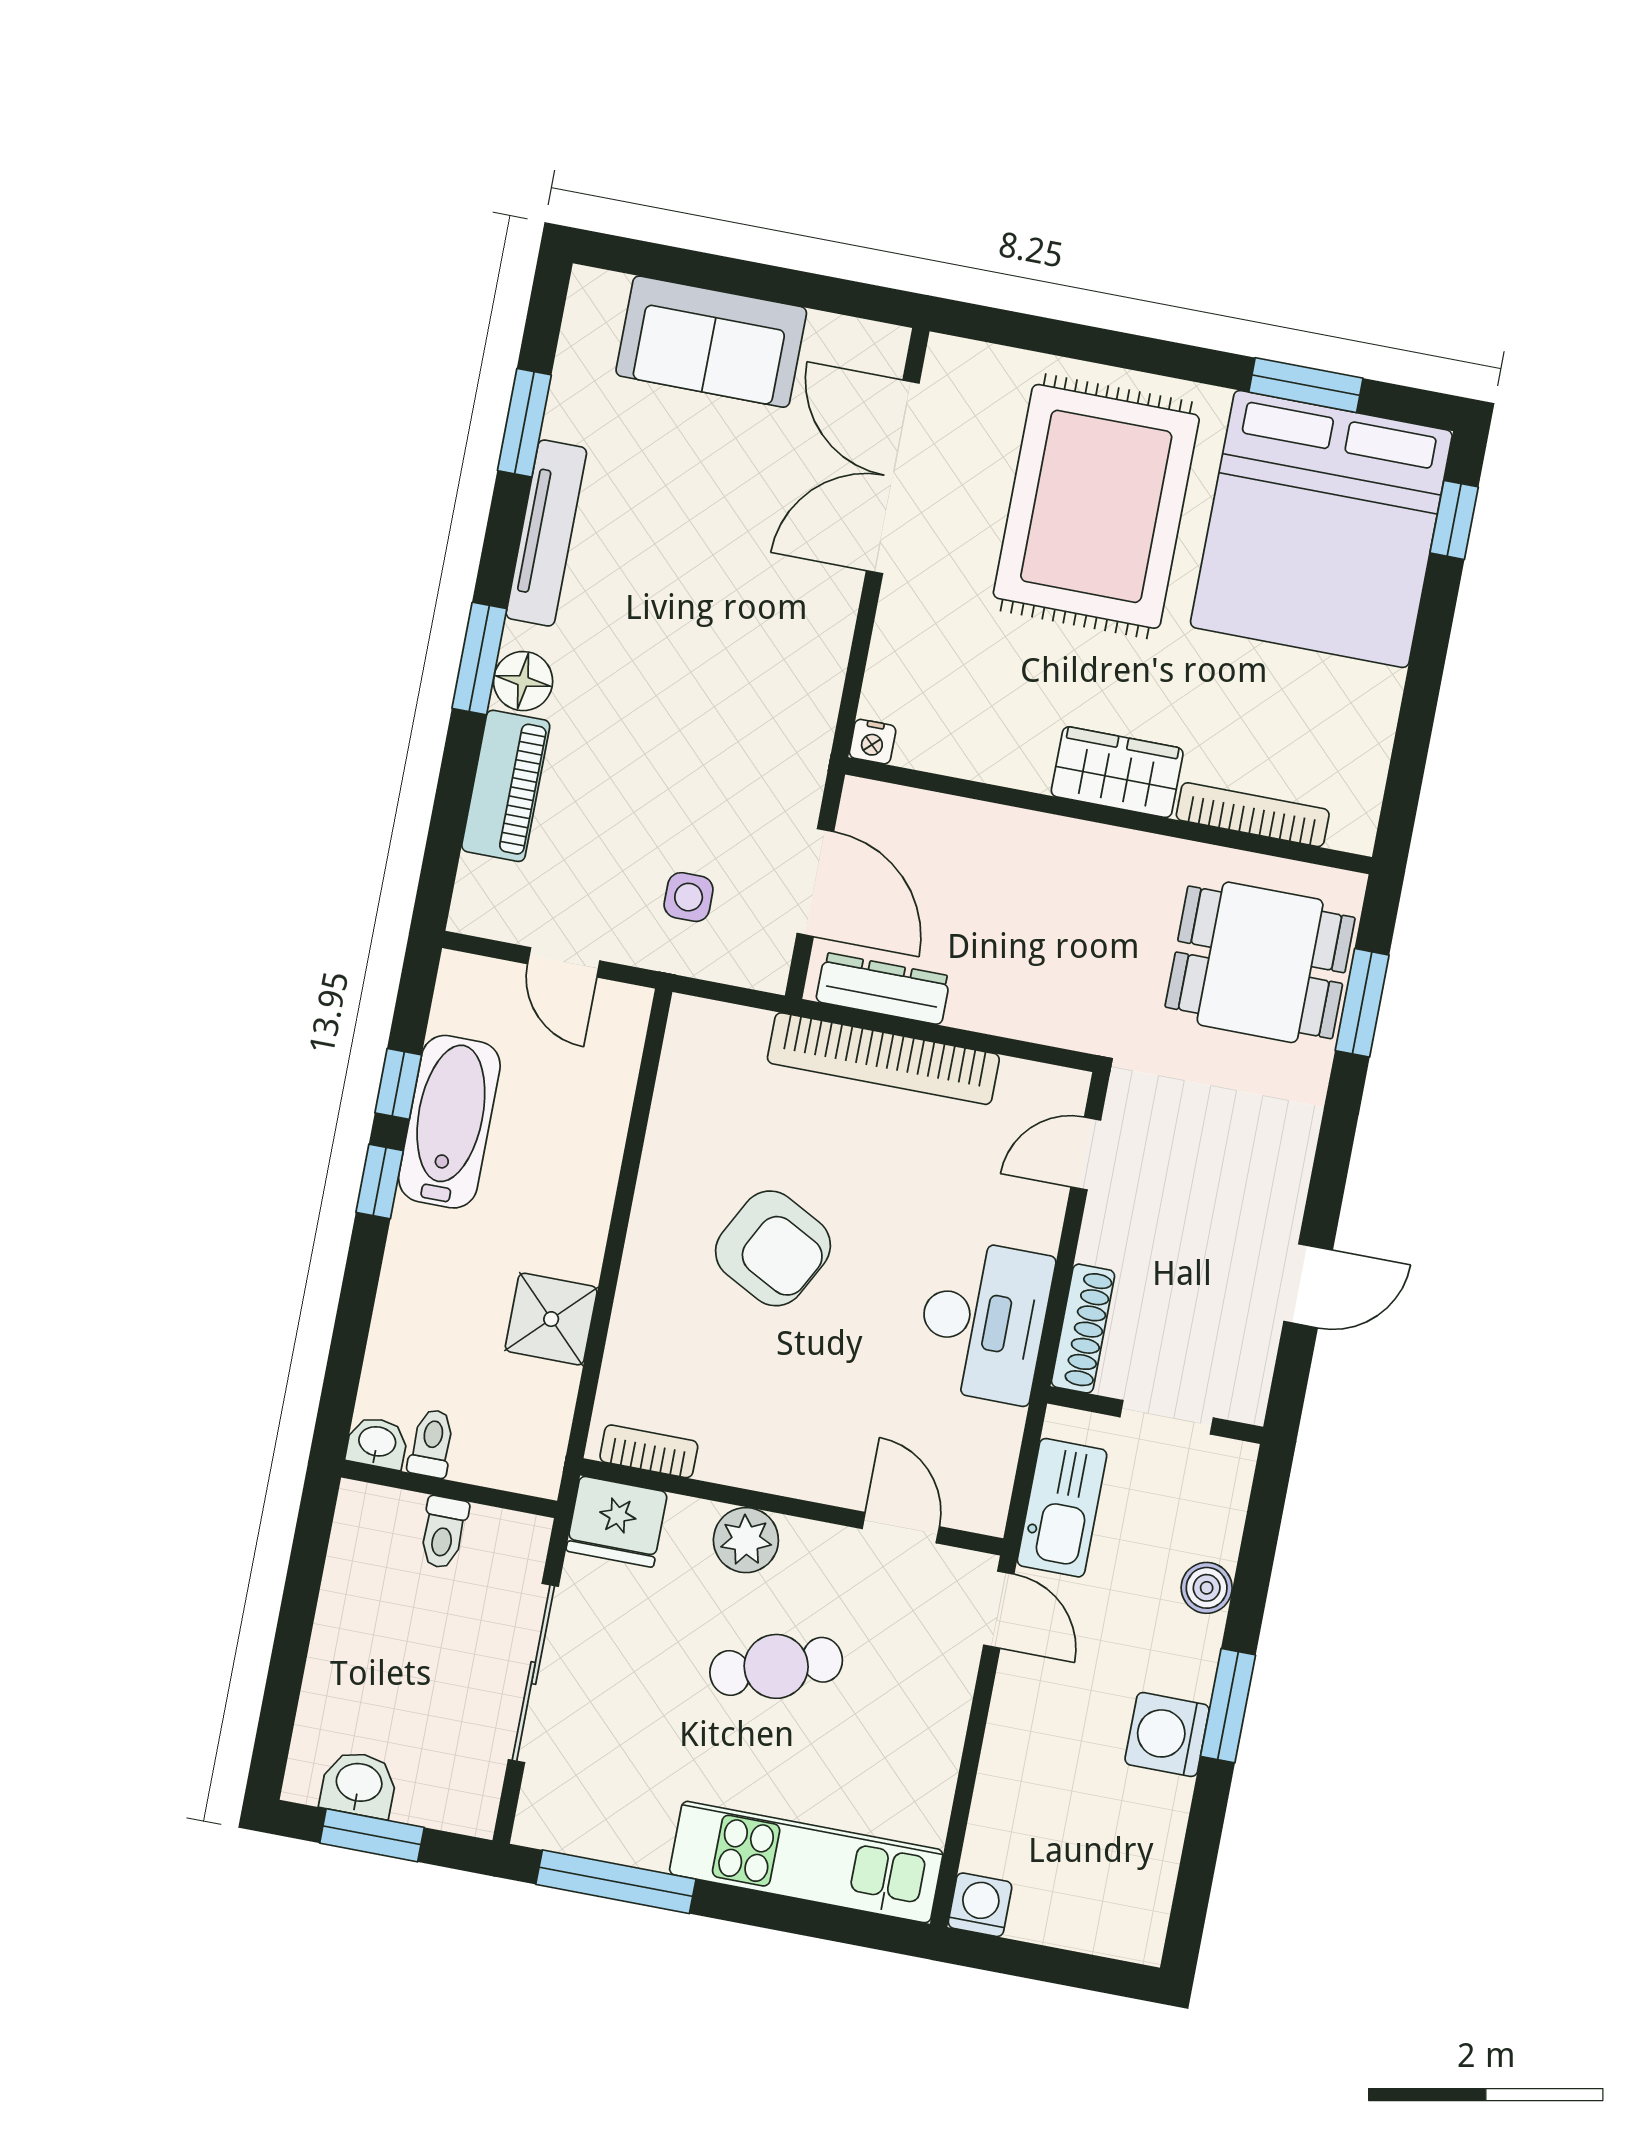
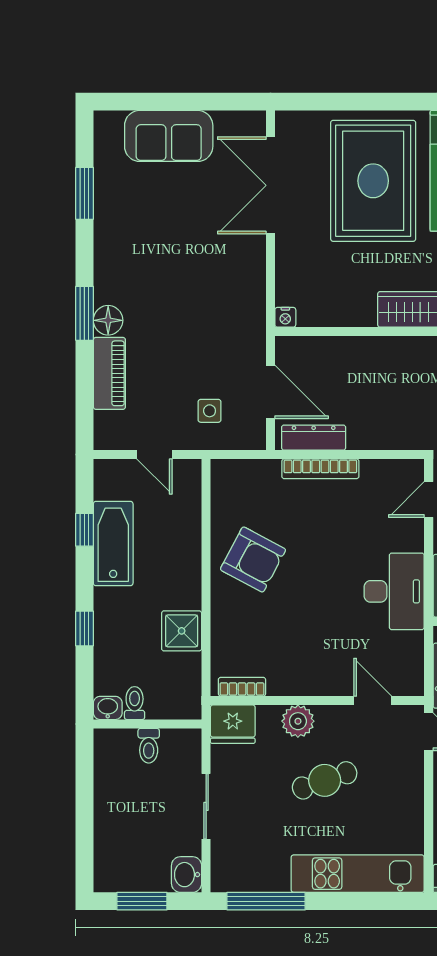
tv unit: (546, 533) -> (106, 245), removed
bookcase: (883, 1059) -> (320, 469), width x0.68, depth x0.76
window: (380, 1181) -> (84, 628), moved
armchair: (773, 1248) -> (253, 559), moved
sliding door: (533, 1673) -> (206, 806), width x0.73
washbasin: (359, 1784) -> (187, 875), moved, turned -90

